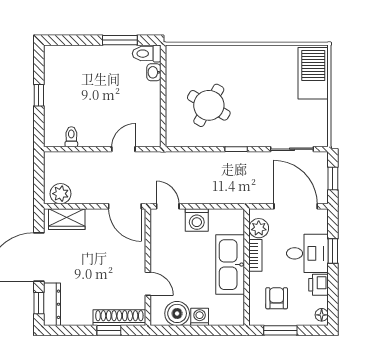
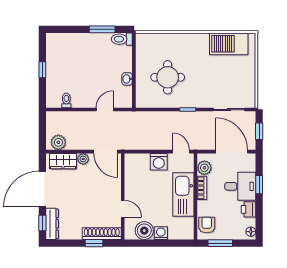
washbasin: (154, 72) -> (127, 79), moved
barbecue: (313, 73) -> (229, 44), moved, turned -90
round table: (209, 105) -> (168, 77), turned -30
door: (168, 206) -> (181, 152), moved
plant: (94, 216) -> (83, 159), added
armchair: (277, 298) -> (207, 225), moved

